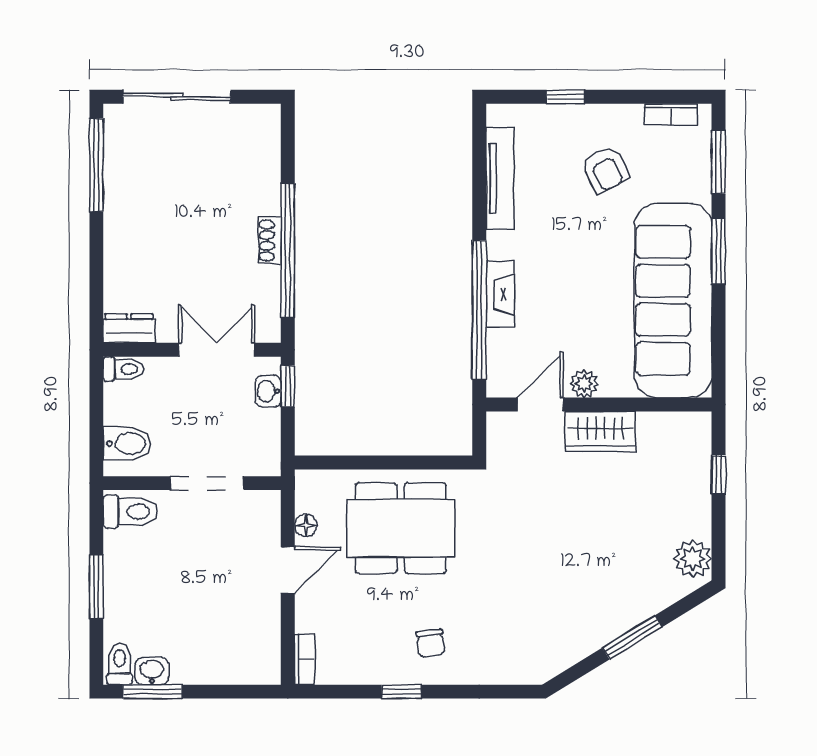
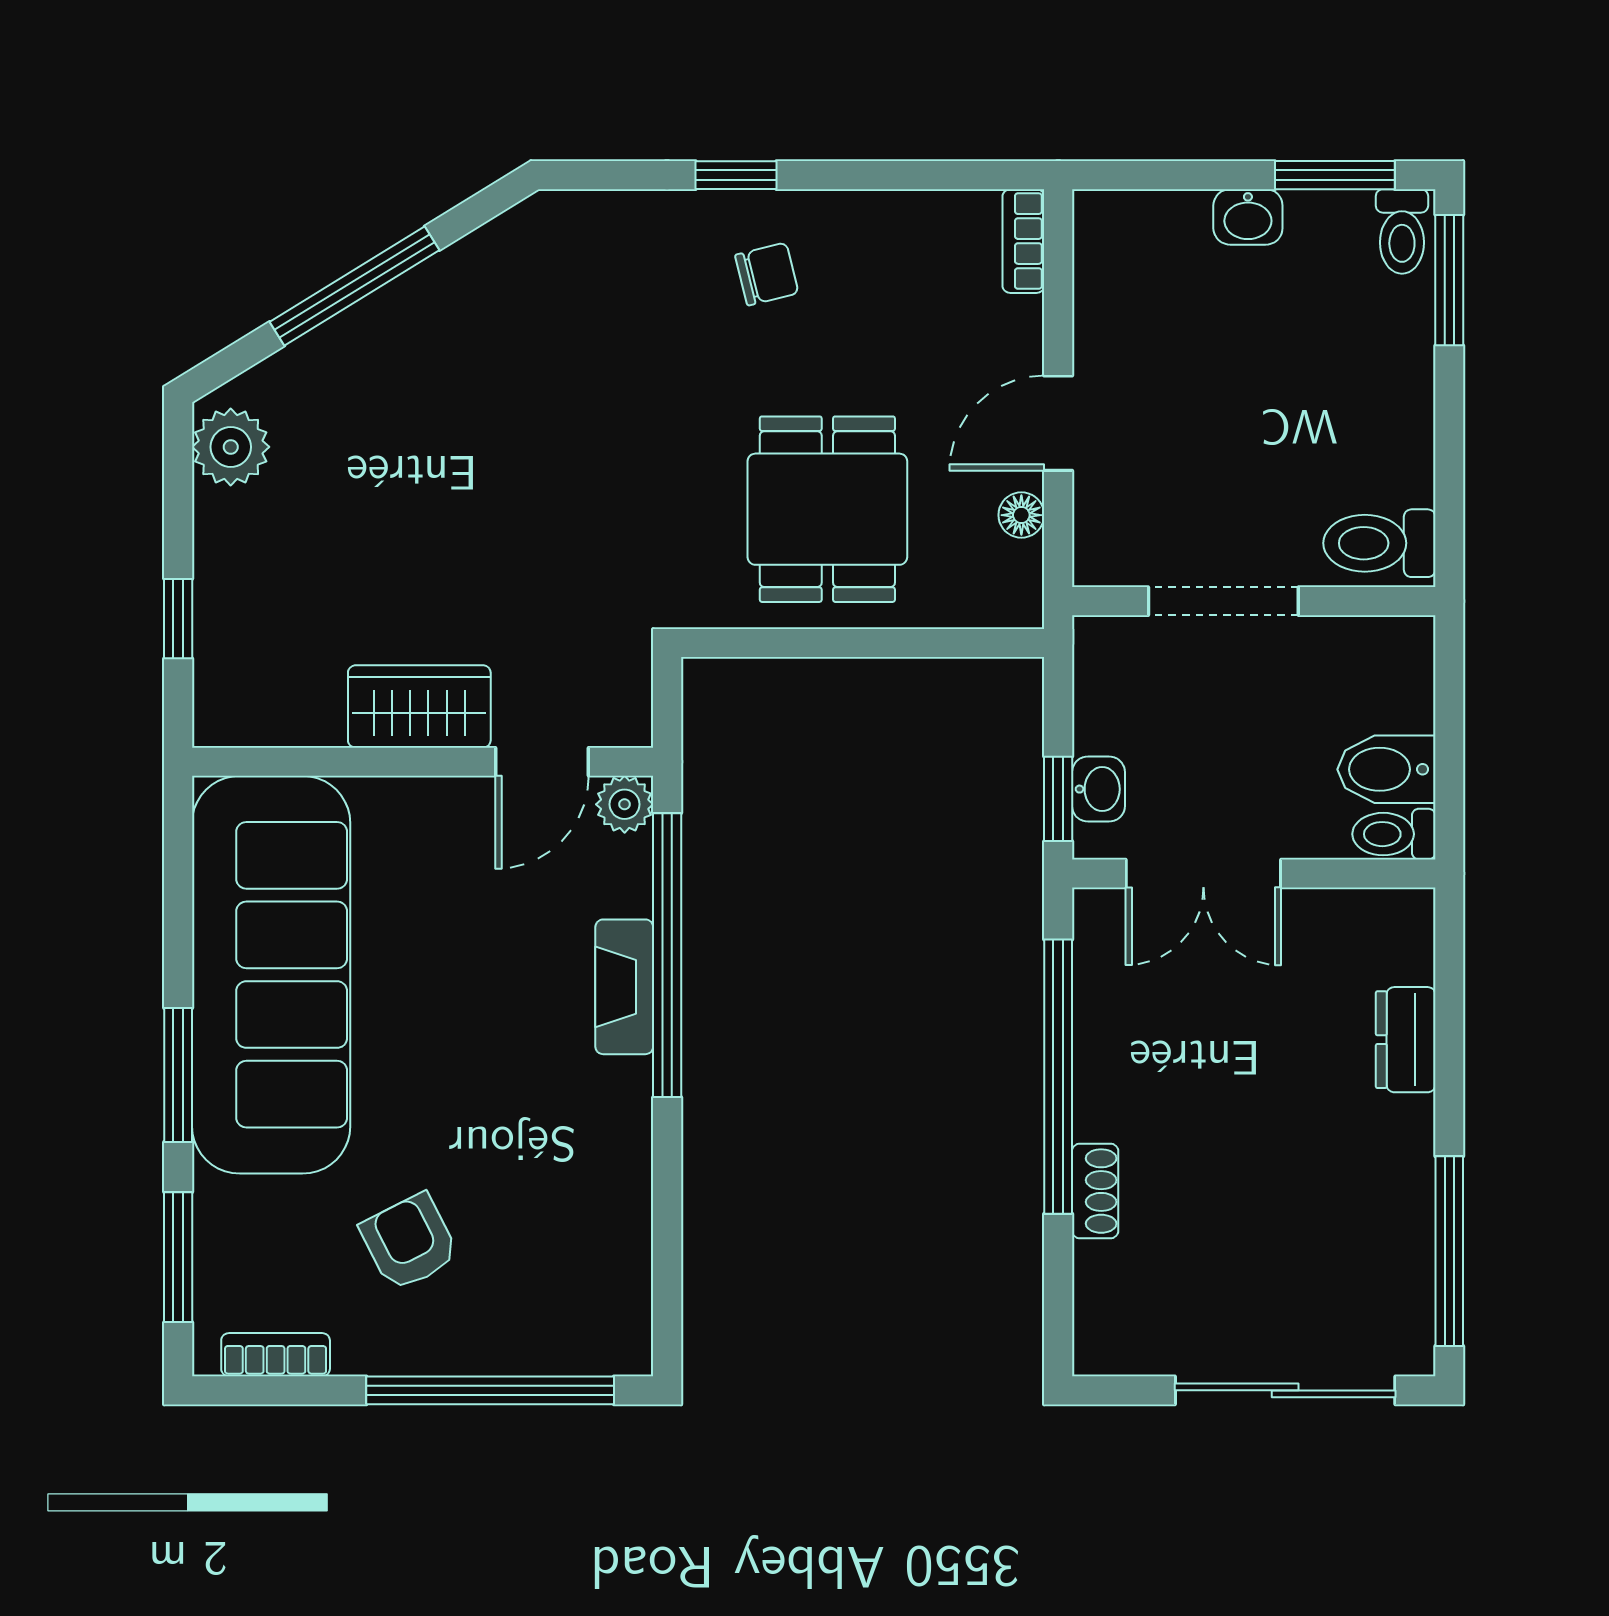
window: (566, 97) -> (490, 1390), width x3.17
tv unit: (500, 178) -> (625, 1224), removed
shoe rack: (270, 240) -> (1095, 1191), moved
dresser: (129, 328) -> (1406, 1040), moved, turned 90
plant: (584, 384) -> (625, 804), moved
bidet: (127, 443) -> (1386, 769), moved
dining table: (401, 528) -> (827, 509), width x0.73
window: (96, 586) -> (1449, 280), moved
window: (632, 637) -> (354, 286), width x1.44
chair: (430, 643) -> (767, 274), turned 83
washbasin: (152, 671) -> (1248, 217), moved
window: (402, 692) -> (736, 175), moved

